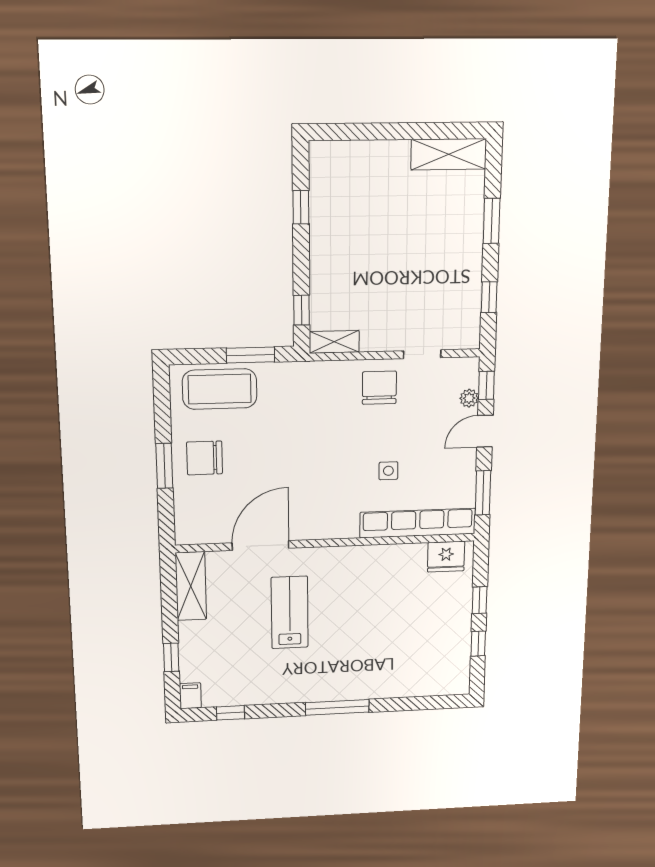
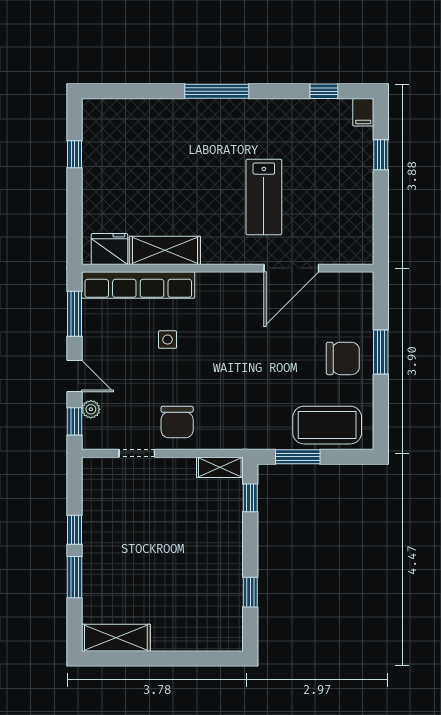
window: (489, 297) -> (75, 530), moved
door: (485, 431) -> (75, 376), hinge flipped
shelving: (191, 586) -> (165, 250), moved, turned 90
window: (480, 600) -> (75, 201), removed

